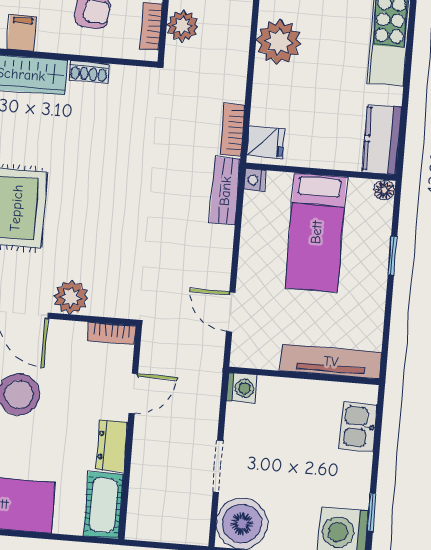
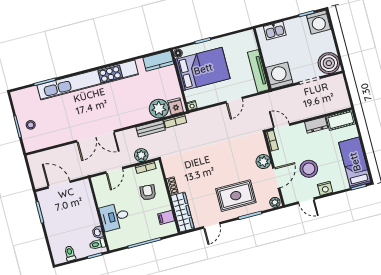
plant: (279, 42) -> (159, 109), moved
bench: (225, 191) -> (151, 129), moved
bed: (316, 232) -> (203, 69), width x1.50
door: (231, 312) -> (234, 100), moved
tv unit: (331, 361) -> (258, 71), moved
washing machine: (242, 388) -> (279, 75), width x1.89, depth x1.89
door: (133, 393) -> (282, 127), moved

